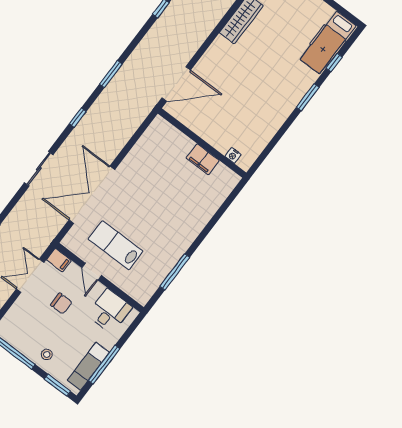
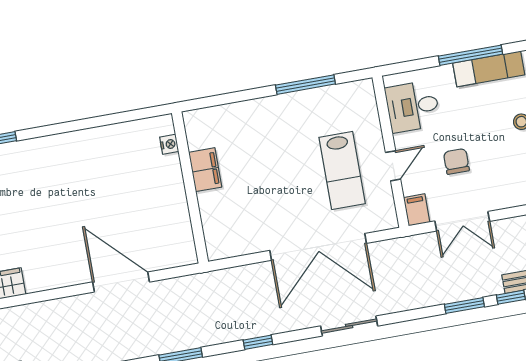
wall: (202, 143) -> (190, 187), moved
nightstand: (233, 155) -> (169, 144), moved
filing cabinet: (203, 159) -> (205, 170), moved

